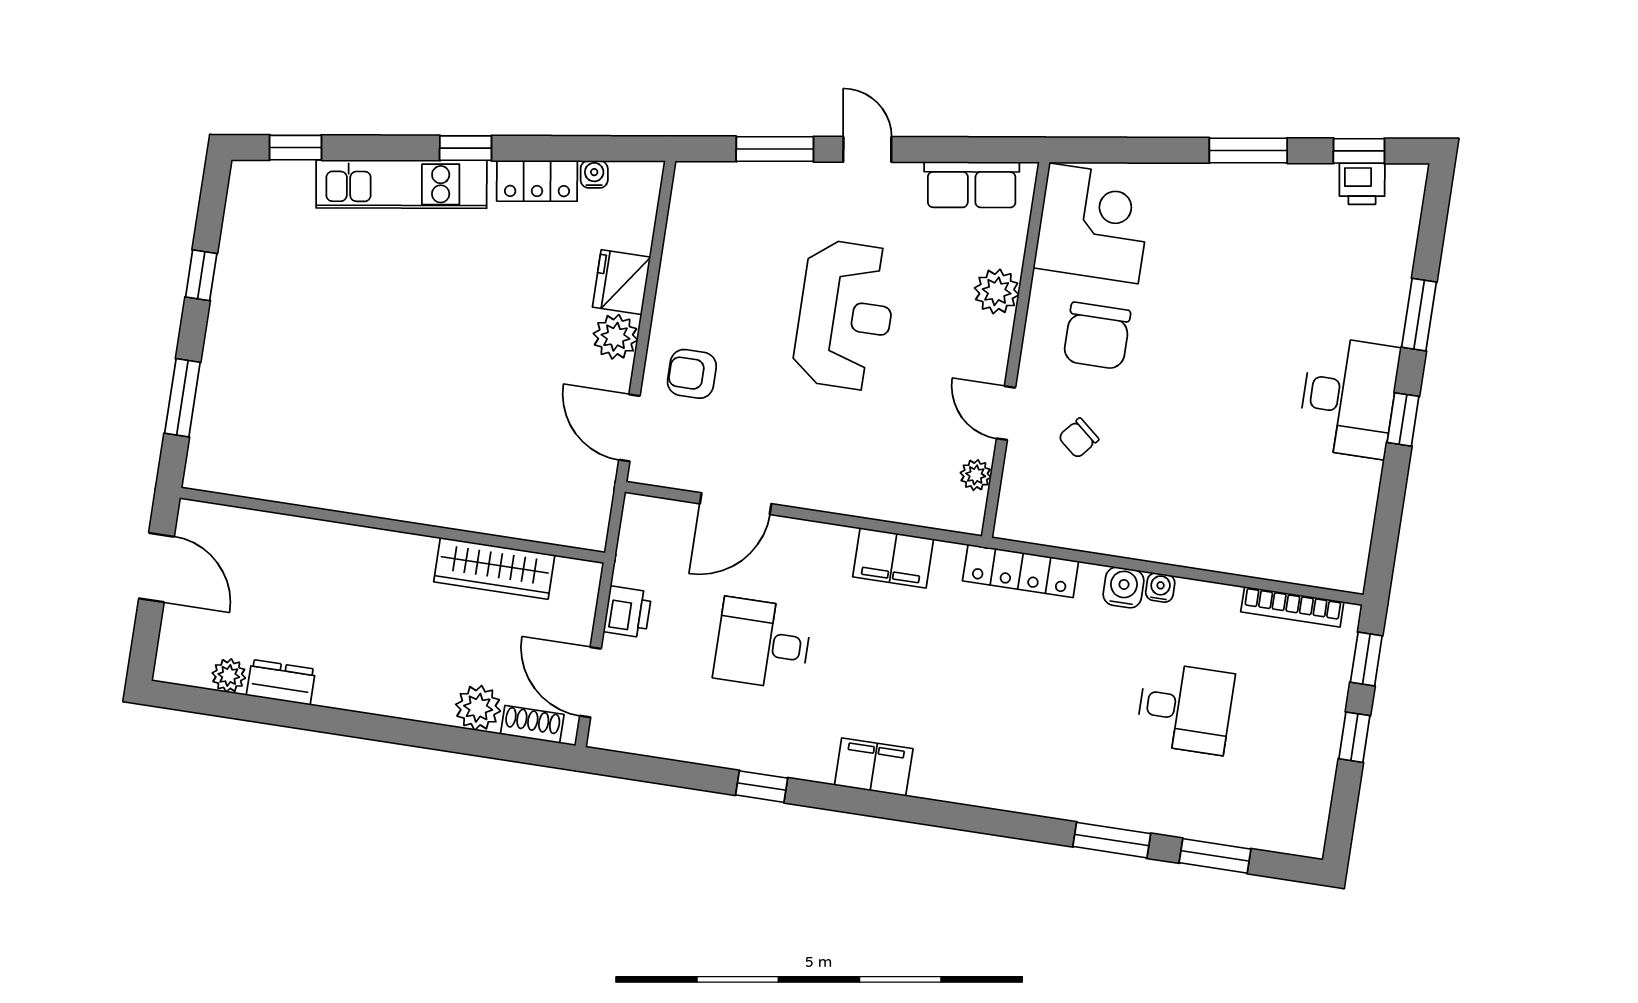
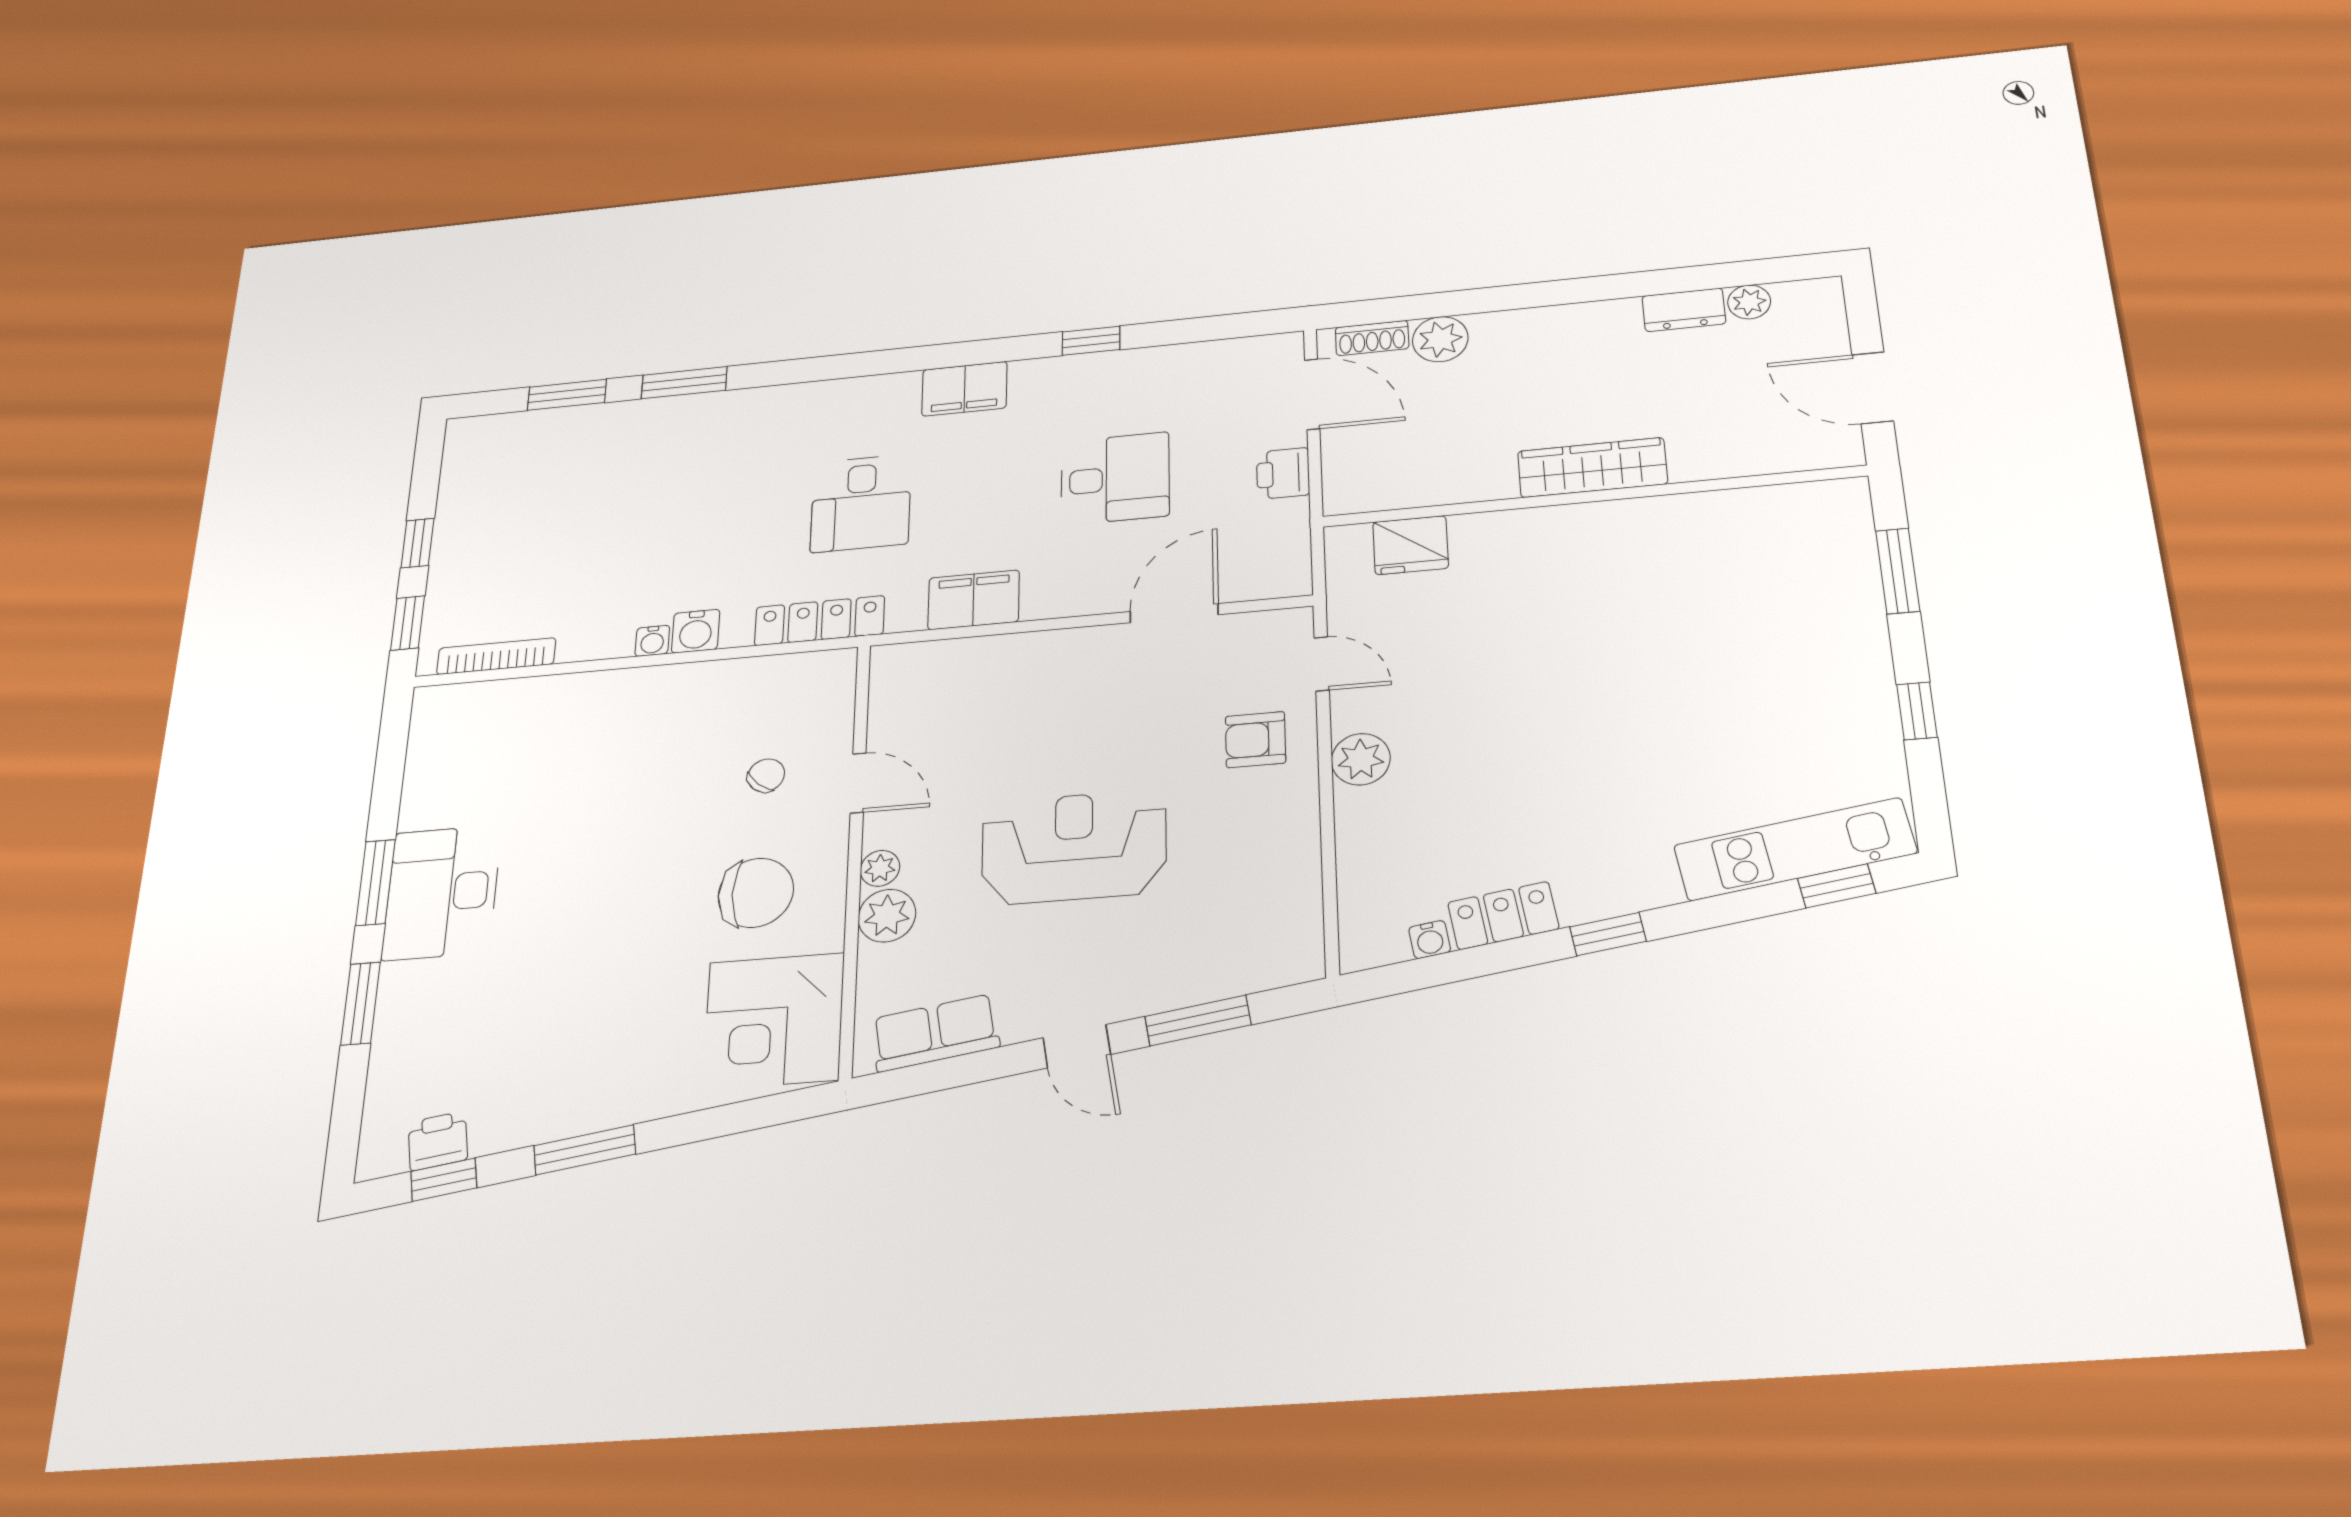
kitchen unit: (401, 184) -> (1795, 849), moved
fridge: (621, 282) -> (1411, 545), moved, turned 90
reception desk: (845, 315) -> (1074, 847), turned 90
chair: (1097, 336) -> (756, 893), turned 90
armchair: (692, 374) -> (1255, 740), turned 180
window: (1403, 419) -> (375, 882), width x1.50
door: (629, 428) -> (1322, 664), width x0.73
plant: (976, 475) -> (880, 868), moved
wardrobe: (494, 568) -> (1592, 468), moved
desk: (1185, 708) -> (861, 503), moved, turned -90

